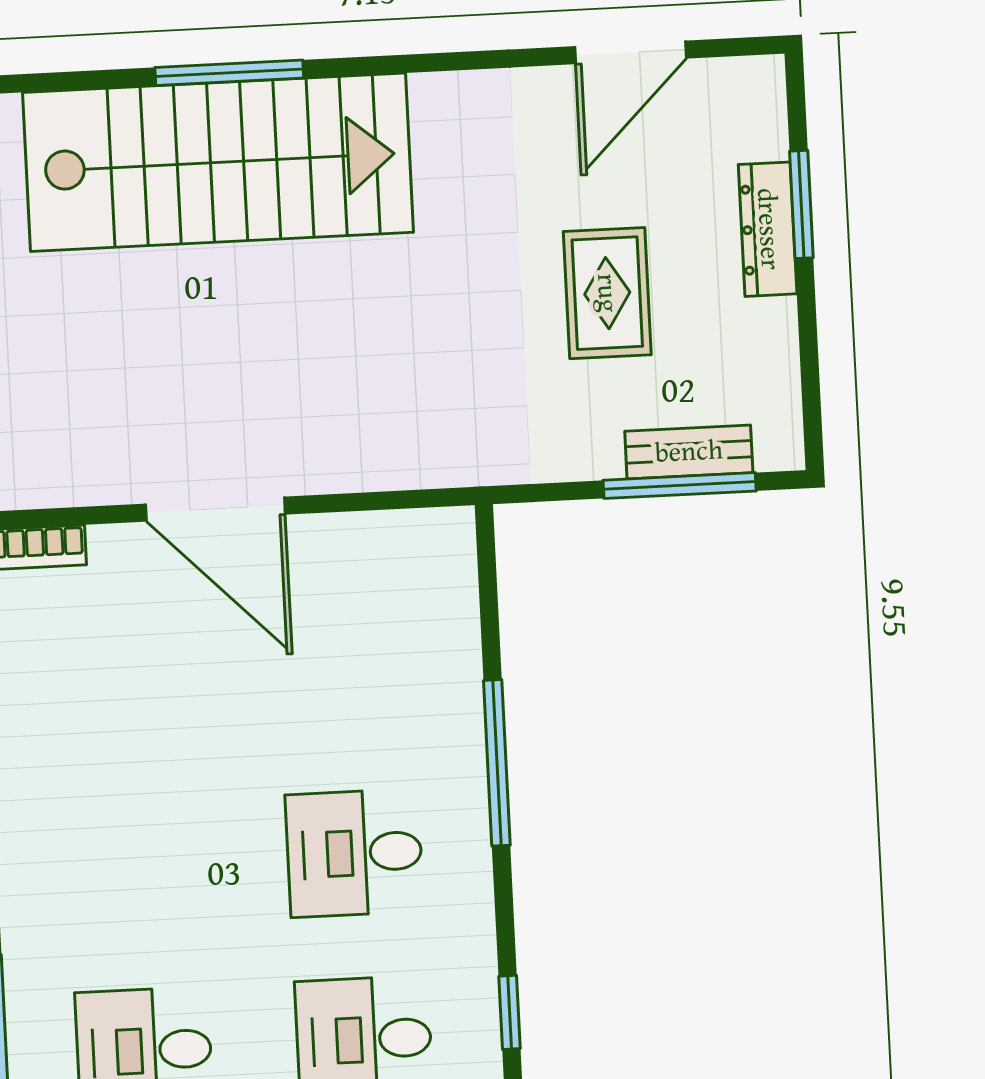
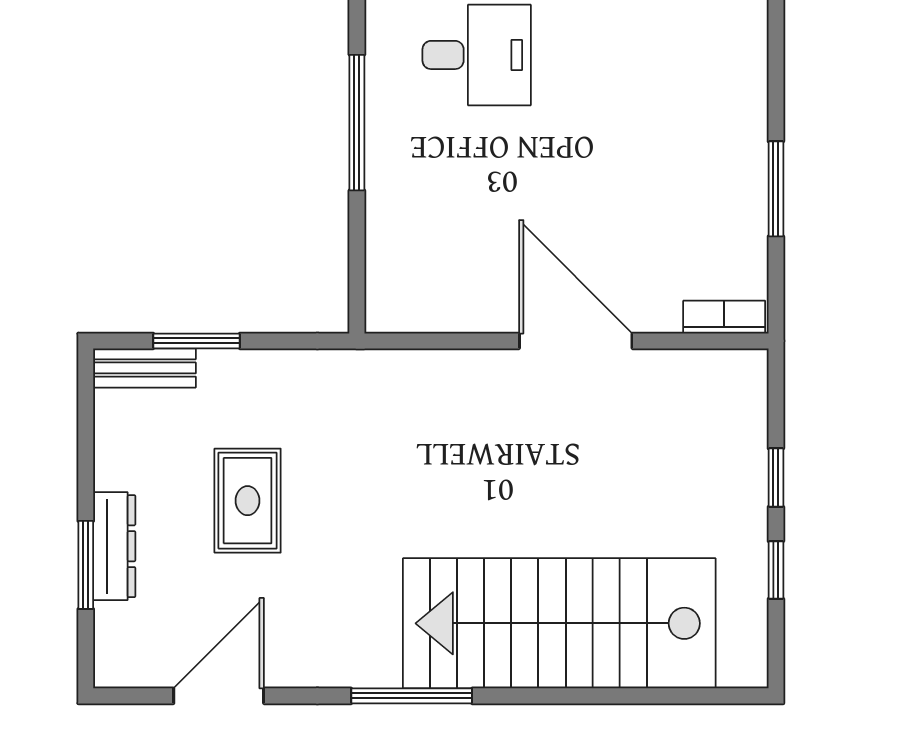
window: (229, 73) -> (412, 696), moved
bench: (689, 452) -> (144, 368), moved
window: (680, 486) -> (197, 341), width x0.69

